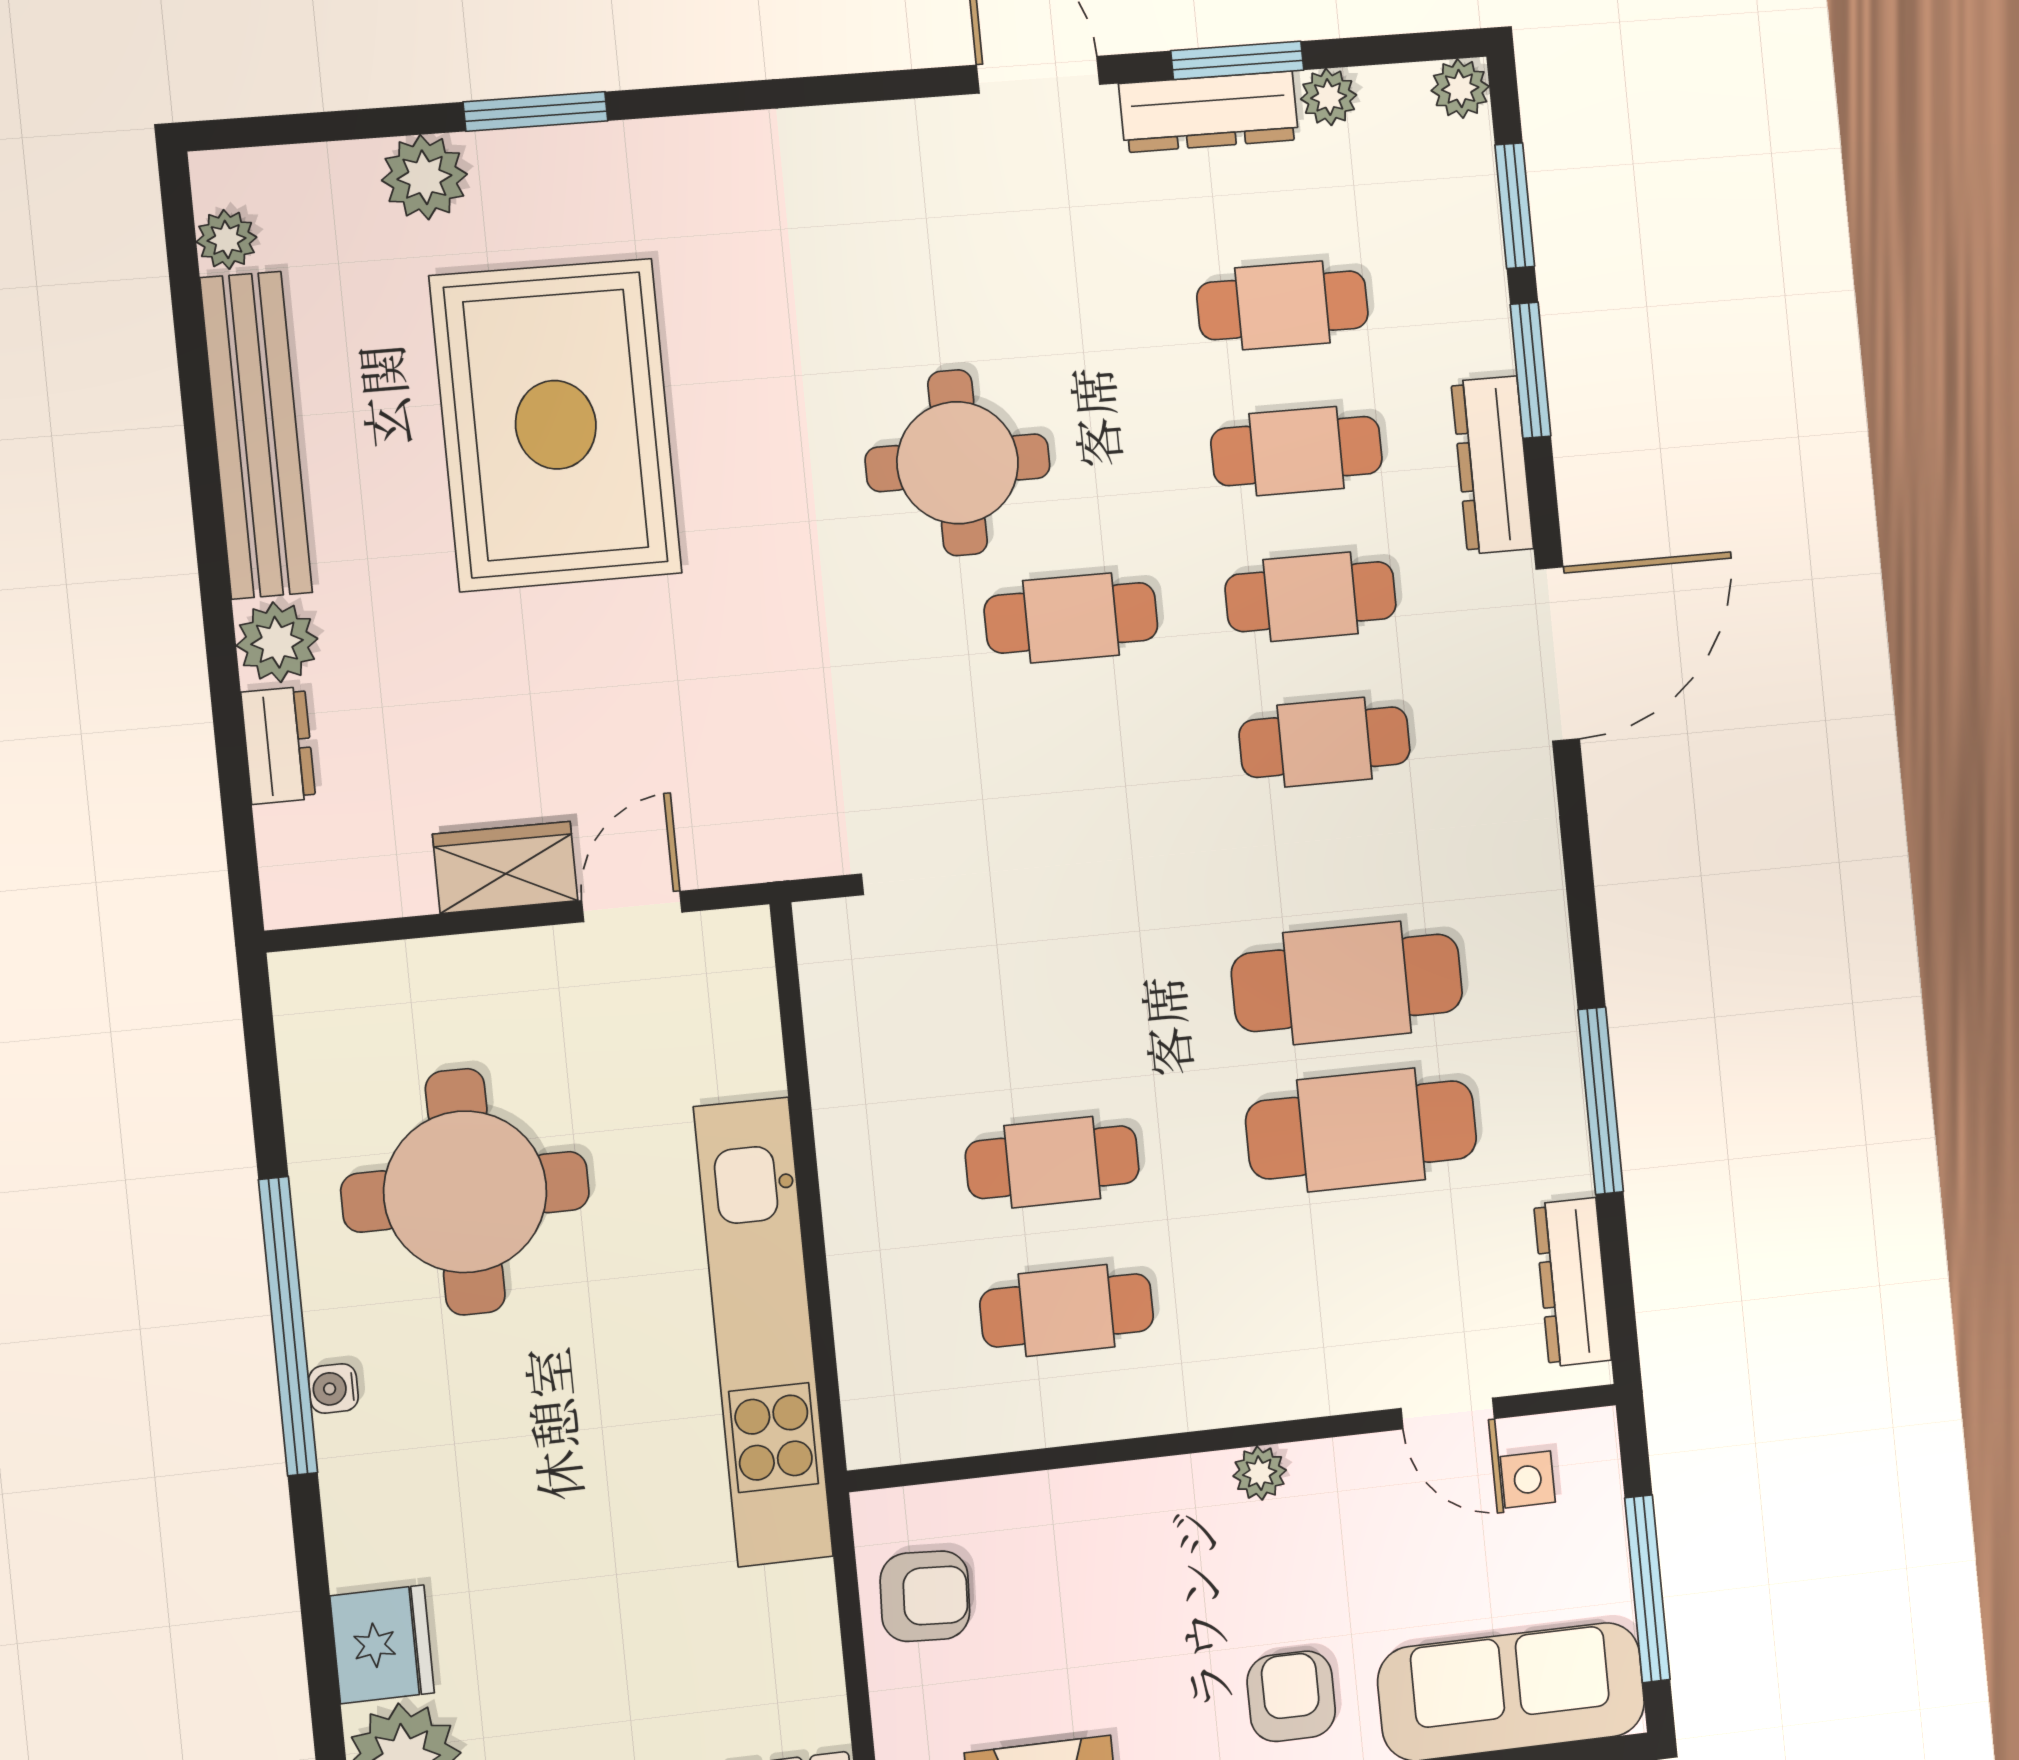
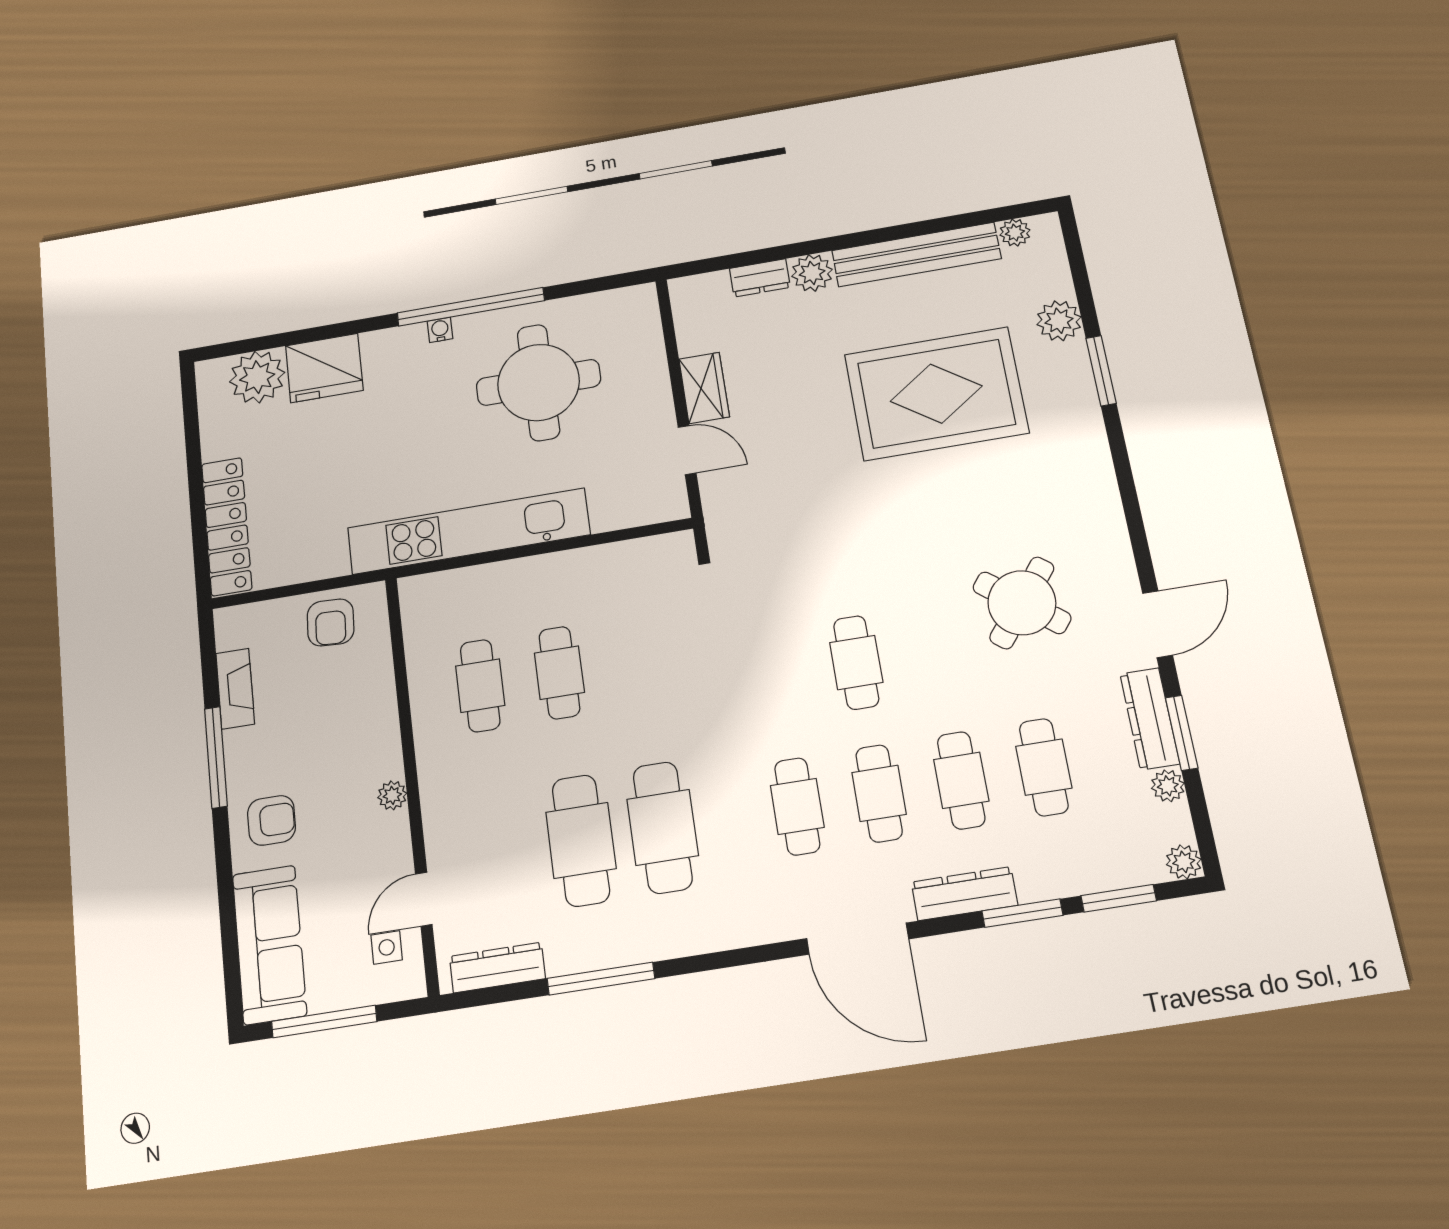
round table: (958, 463) -> (1022, 603), moved, turned 38
fridge: (382, 1644) -> (324, 368), width x1.36, depth x1.34

